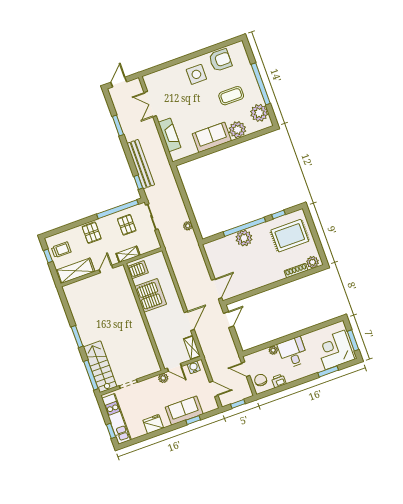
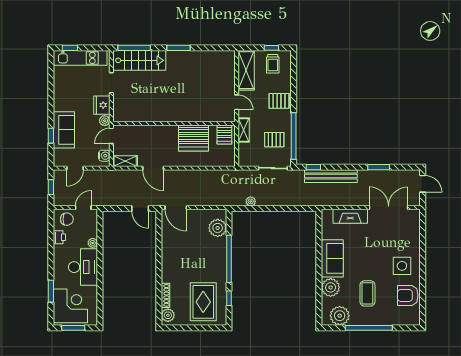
armchair: (220, 60) -> (408, 295), turned 90
double door: (150, 104) -> (389, 208), width x1.37
plant: (244, 238) -> (218, 228), moved
desk: (293, 353) -> (83, 267), width x1.37
fridge: (153, 424) -> (102, 105), moved, turned 180

